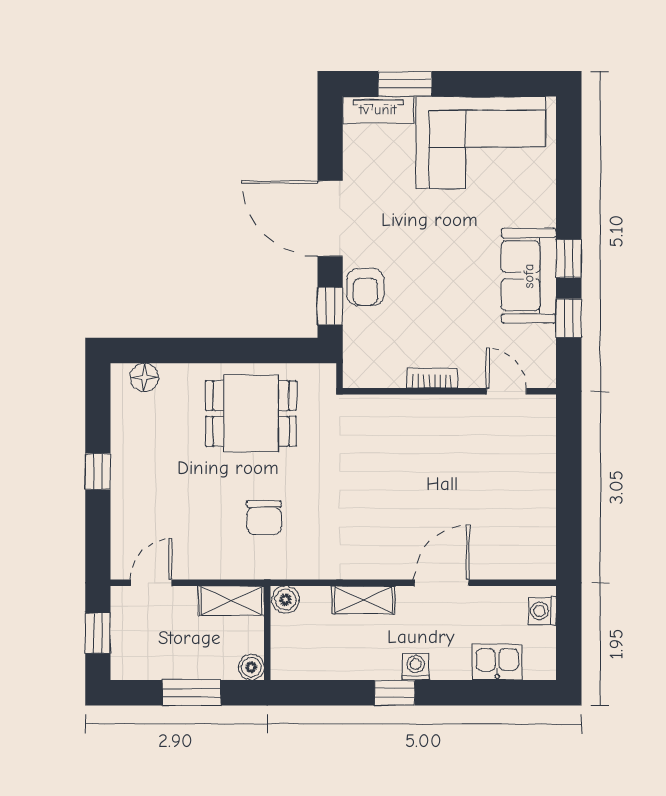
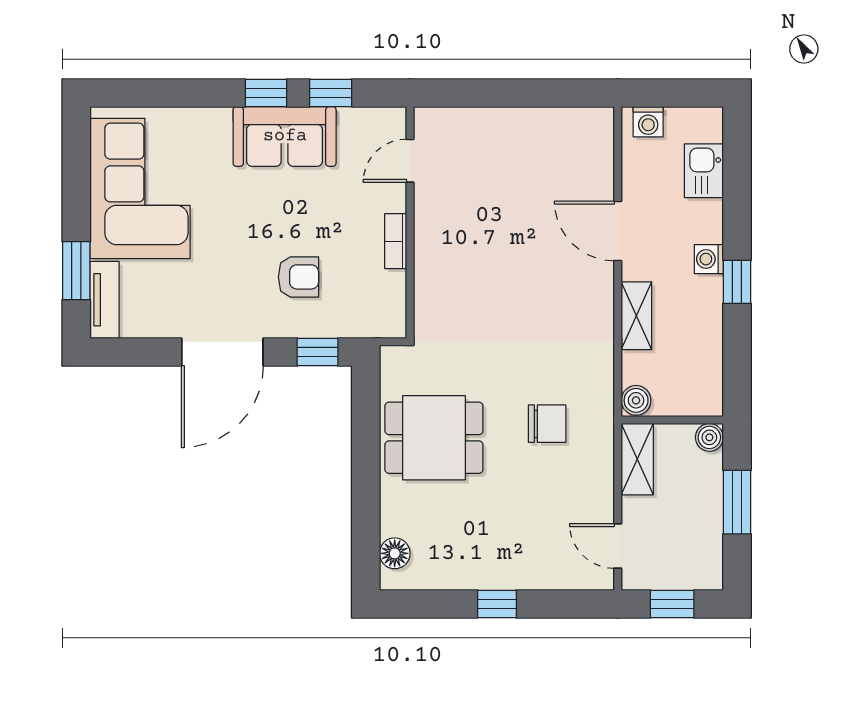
armchair: (365, 287) -> (298, 277), moved
dining table: (251, 413) -> (434, 438), turned 90

